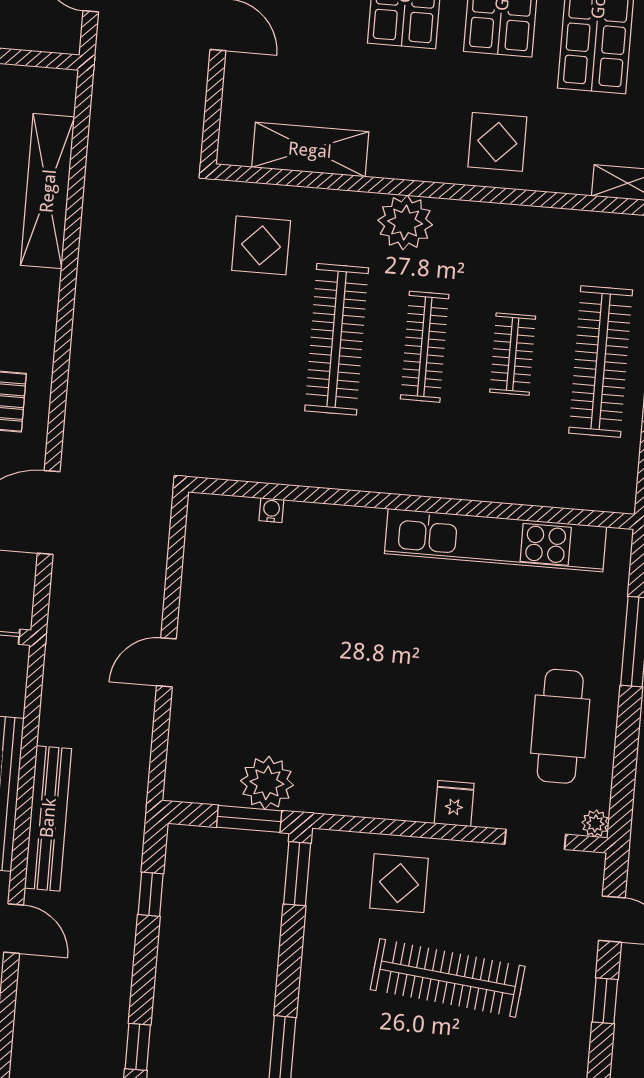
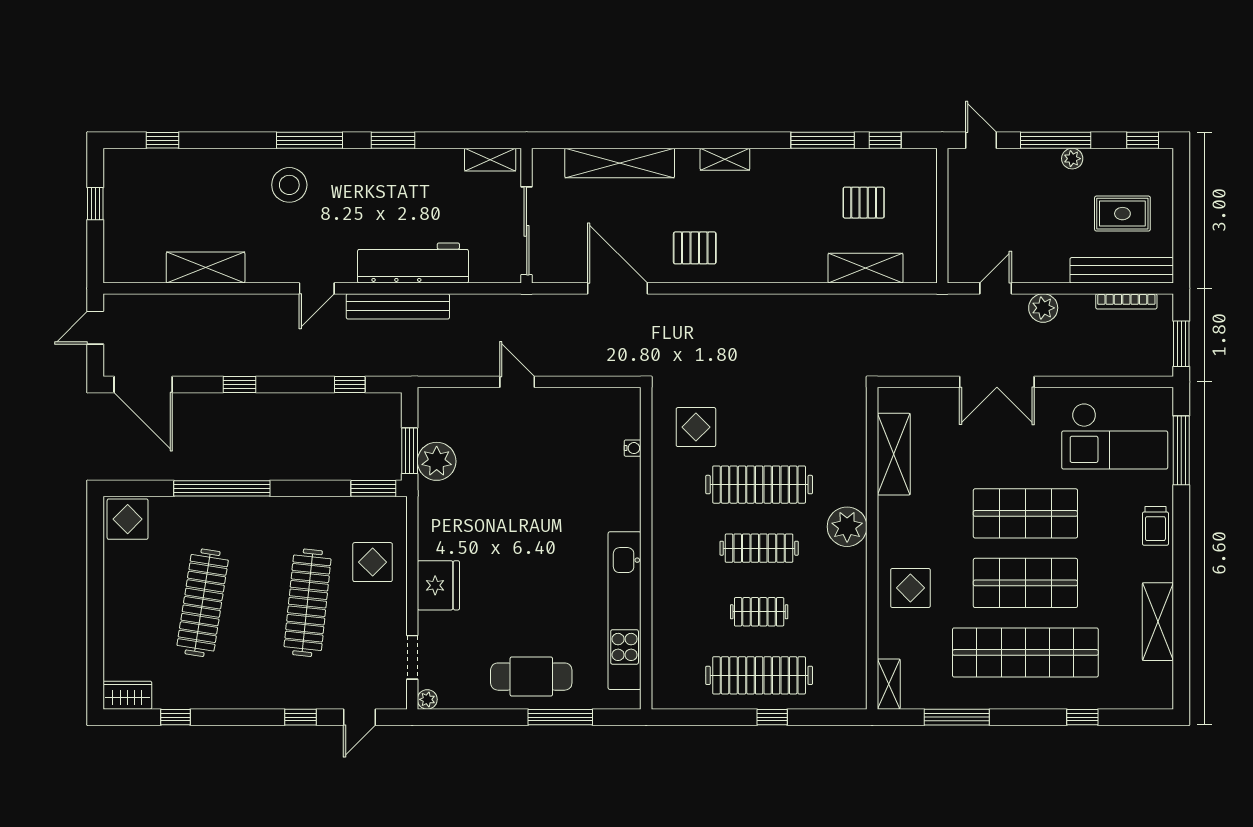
shelving: (48, 191) -> (866, 268), width x0.68
display table: (261, 245) -> (696, 427), moved
cafe table: (560, 726) -> (531, 677), moved
fridge: (454, 803) -> (438, 585), width x1.88, depth x1.34

